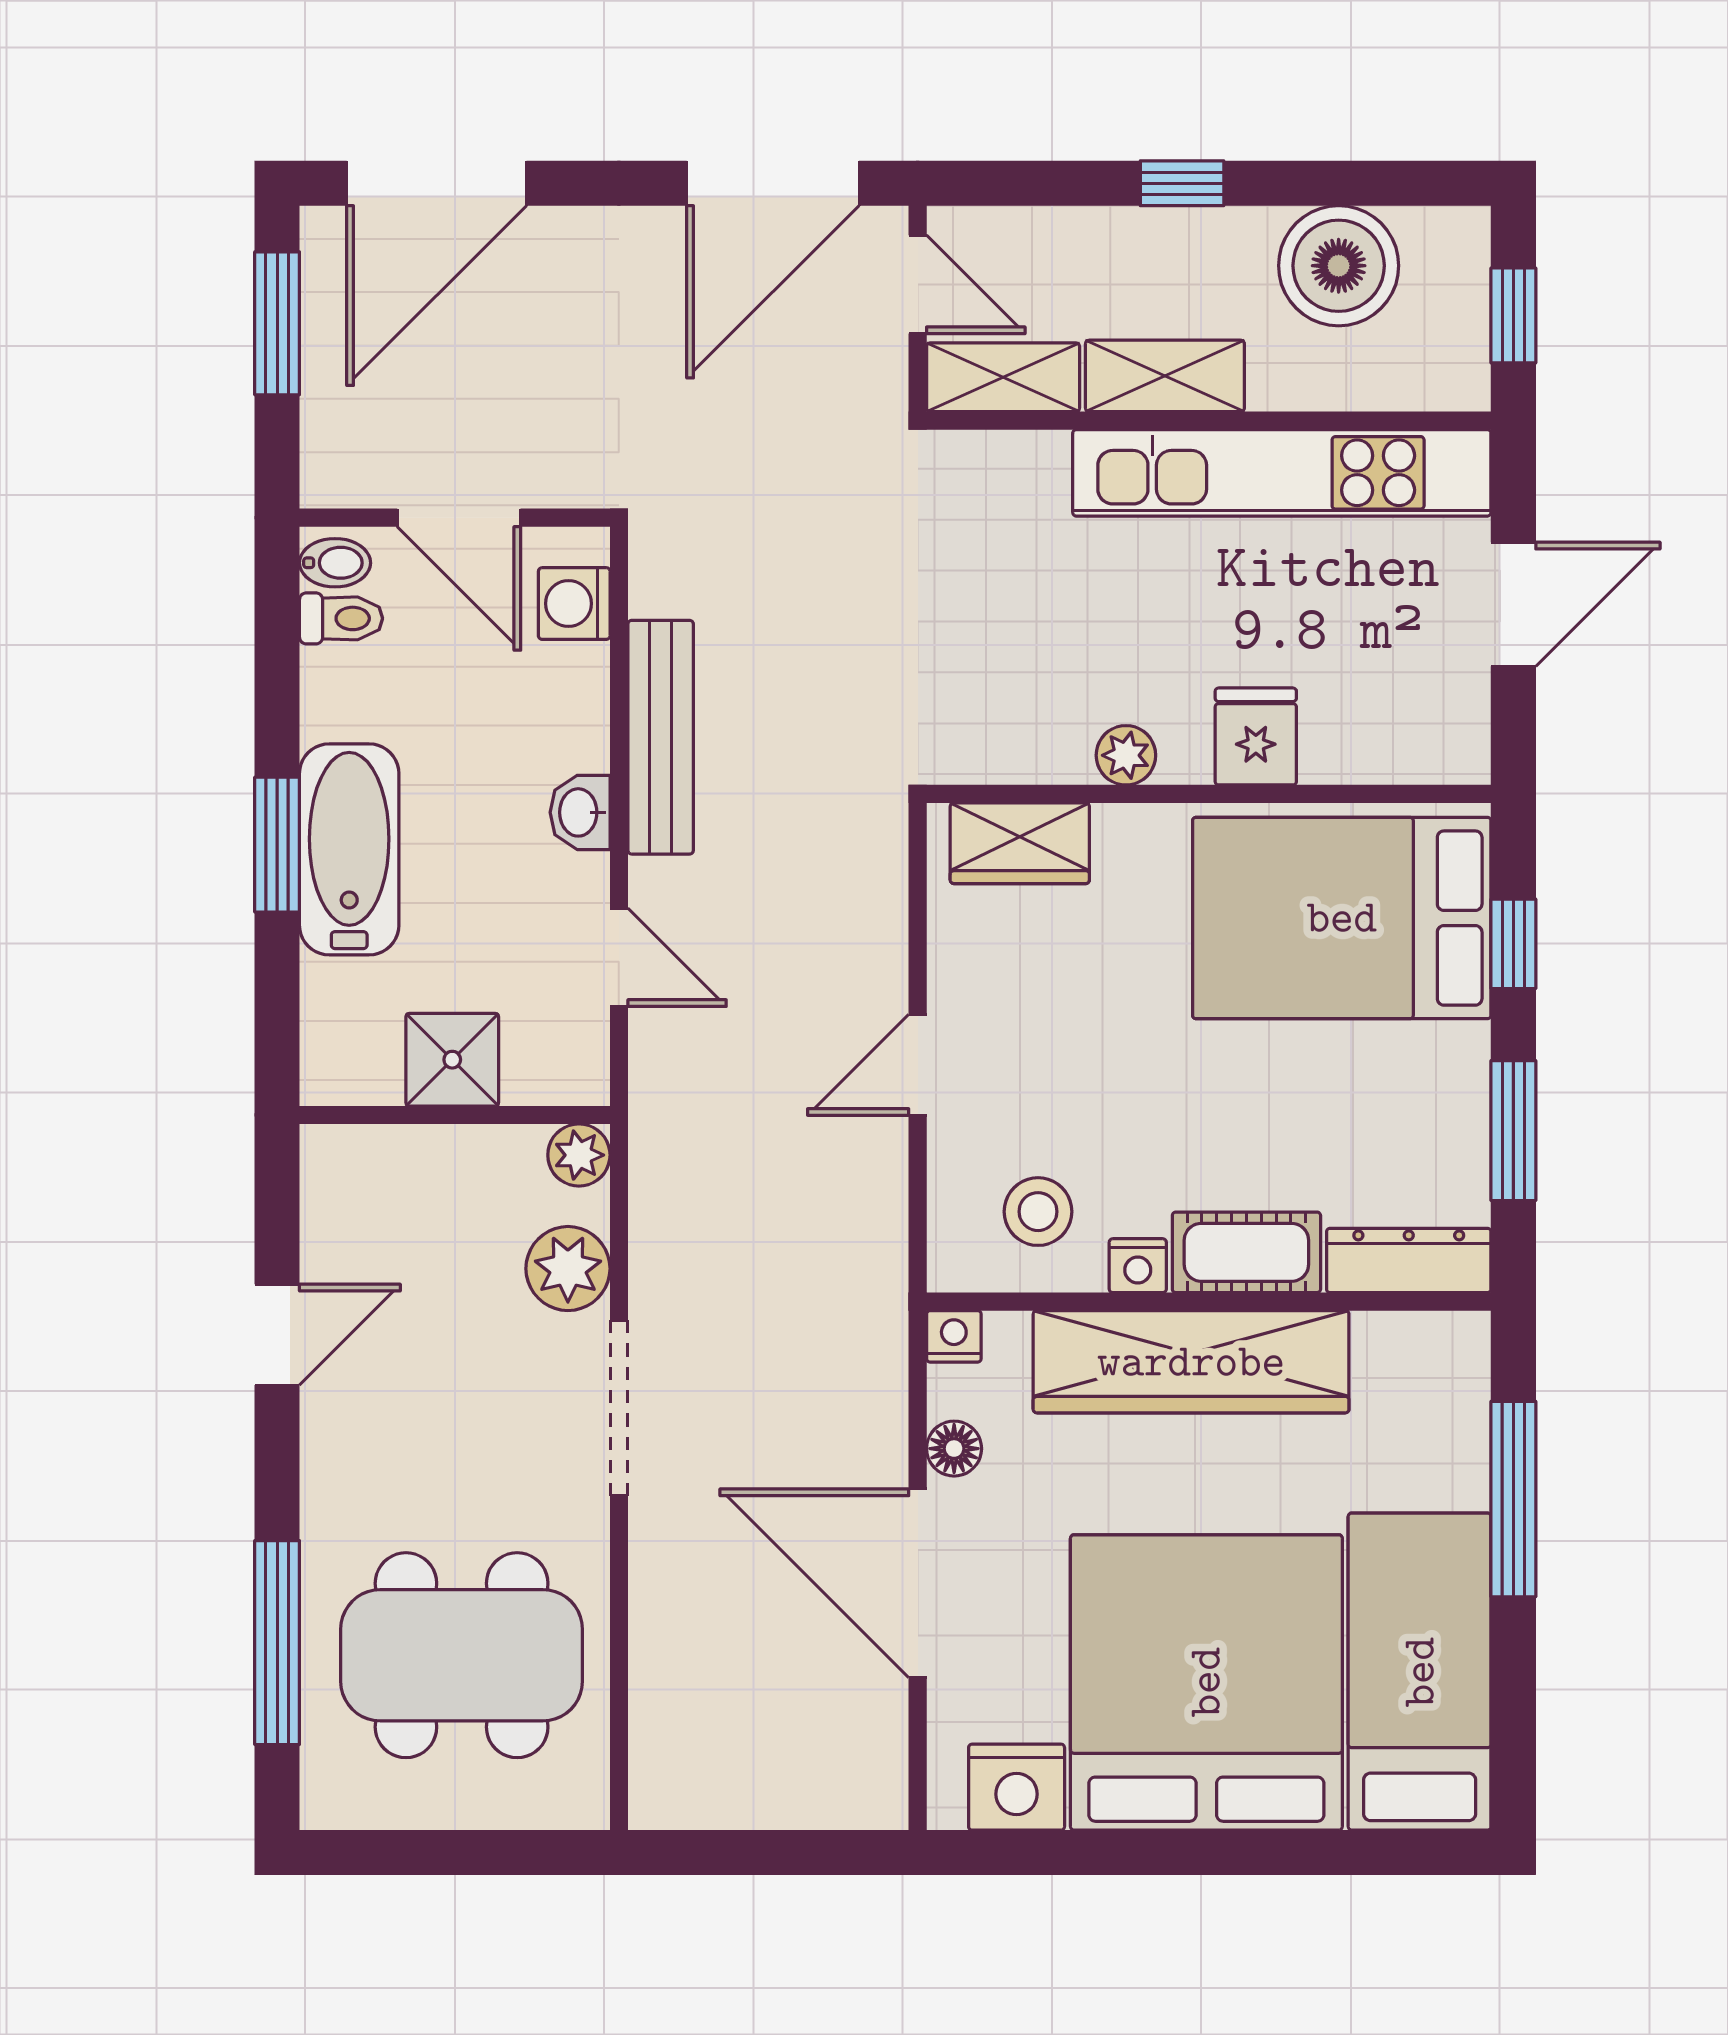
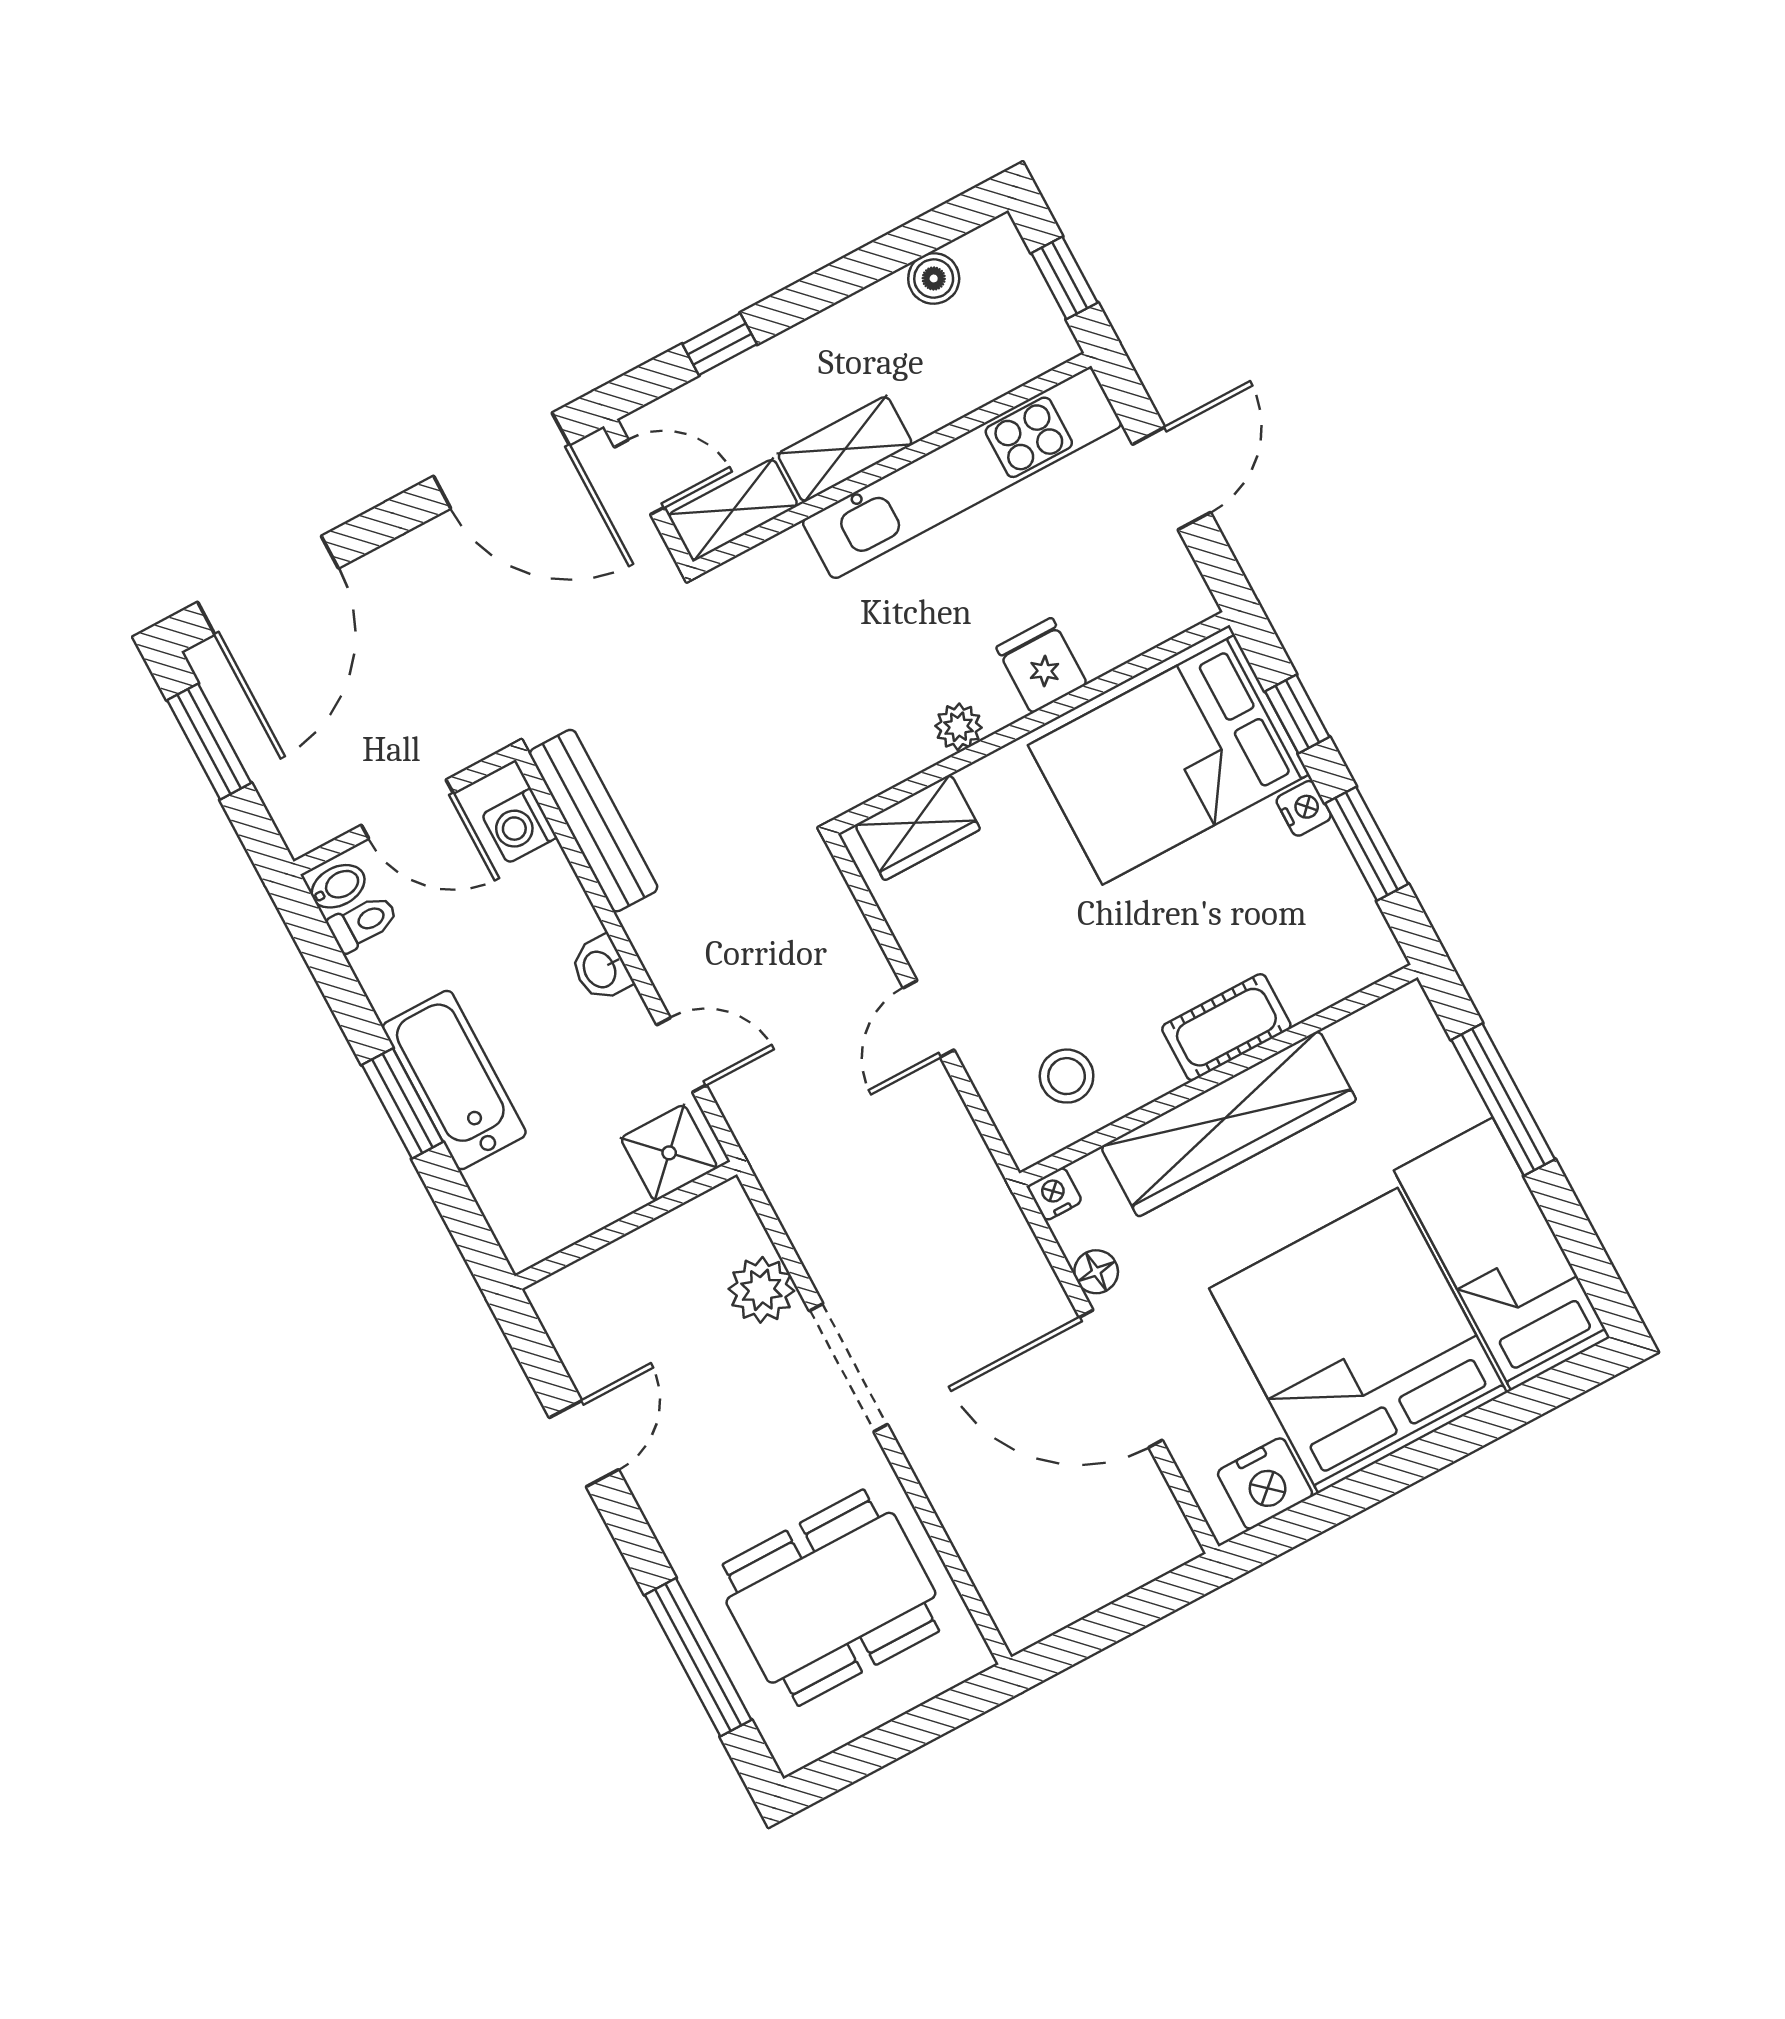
door: (773, 183) -> (501, 461), hinge flipped
window: (1182, 183) -> (720, 344), moved
boiler: (1339, 266) -> (934, 278), width x0.54, depth x0.54
bench: (661, 737) -> (594, 821), moved
shower: (452, 1060) -> (669, 1153), moved
plant: (579, 1155) -> (727, 1207), removed
dresser: (1409, 1260) -> (1342, 973), removed
nightstand: (1138, 1266) -> (1304, 808), moved, turned -90

